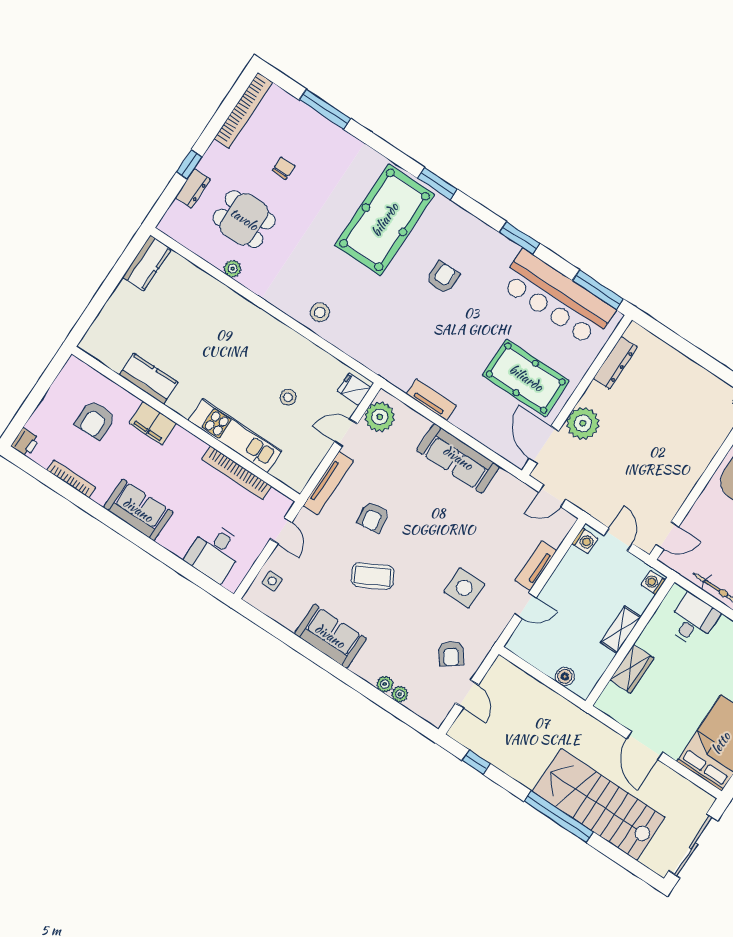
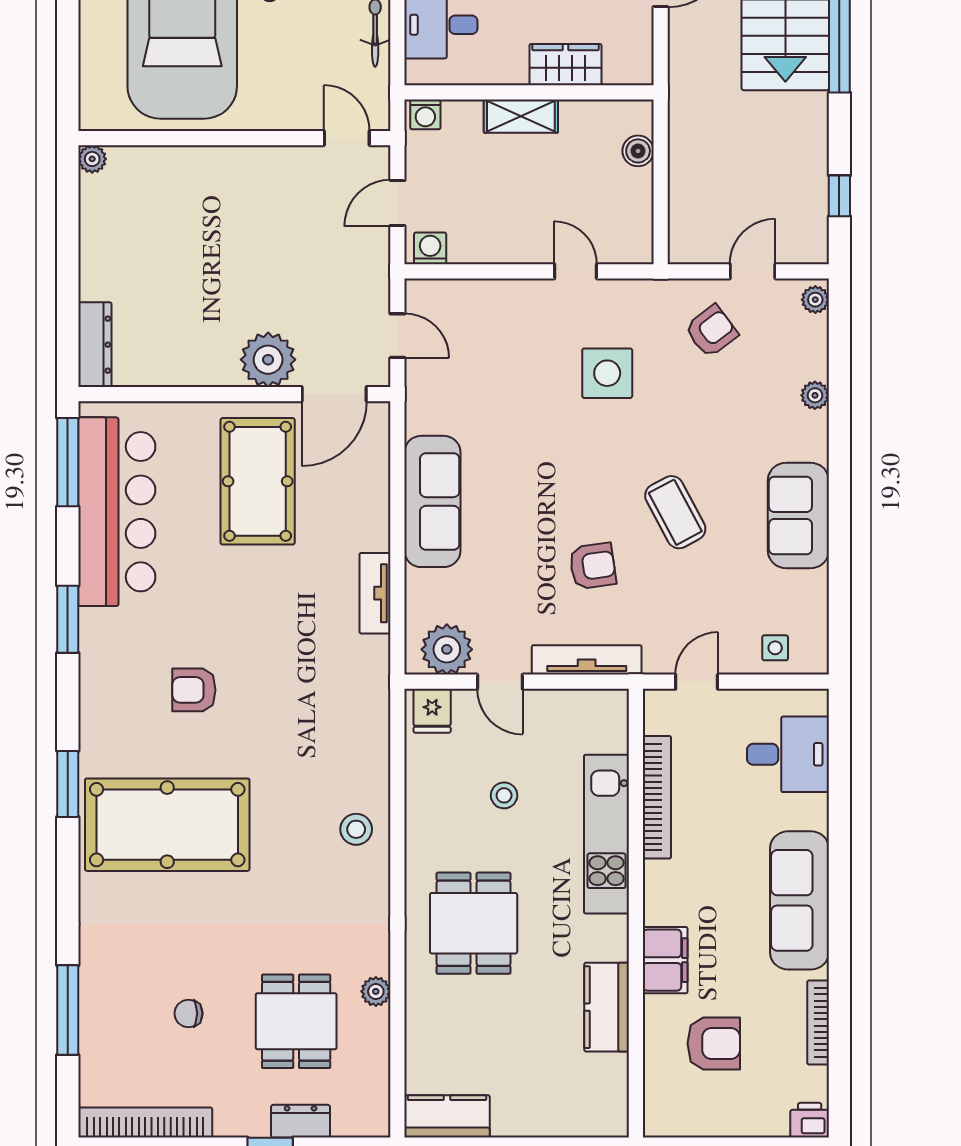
dining table: (234, 340) -> (474, 923), added
dresser: (615, 363) -> (95, 345), moved, turned 90
sofa: (138, 510) -> (799, 900), width x1.36
tv unit: (536, 566) -> (510, 294), removed
plant: (400, 694) -> (815, 300), moved

